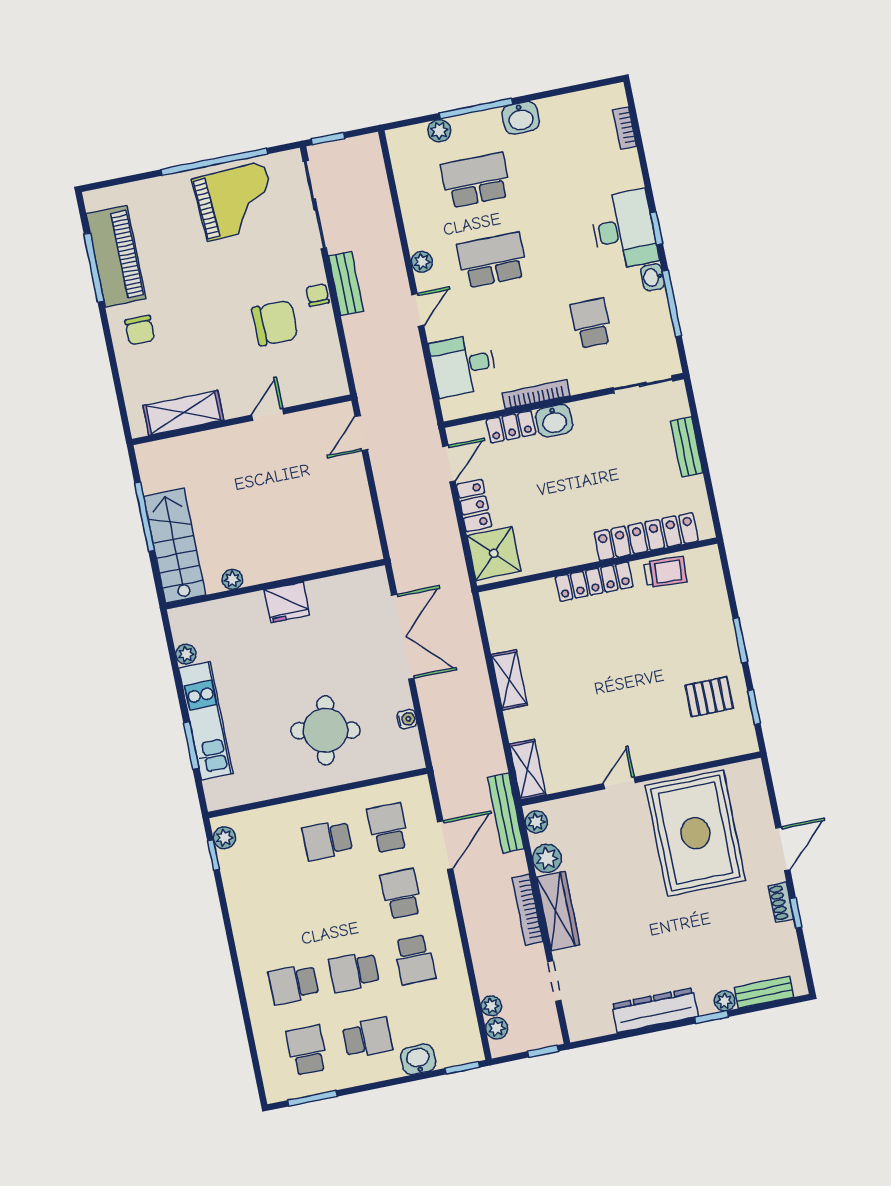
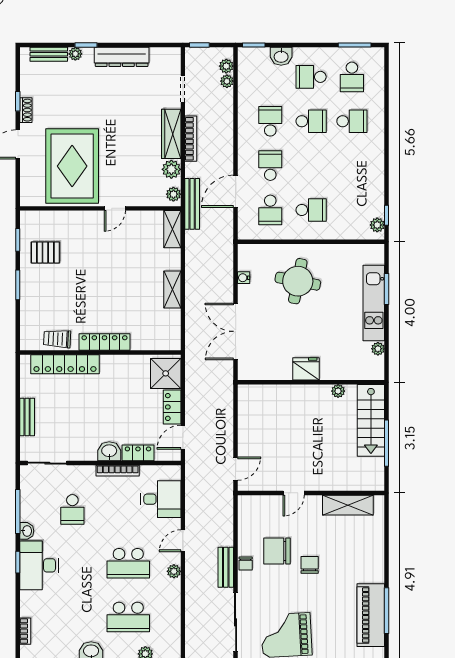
chair: (140, 330) -> (310, 565), moved
school desk: (401, 894) -> (270, 166), turned 180

